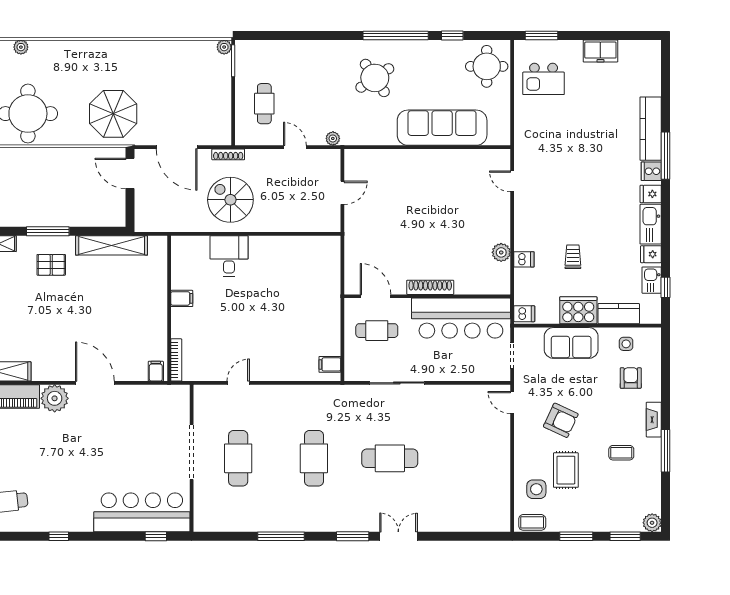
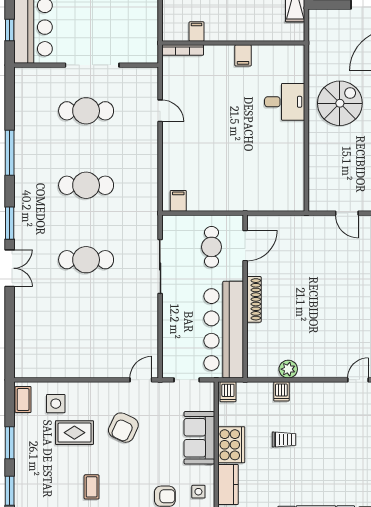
filing cabinet: (156, 371) -> (197, 31), moved, turned -90
cafe table: (390, 458) -> (86, 260), turned 90

